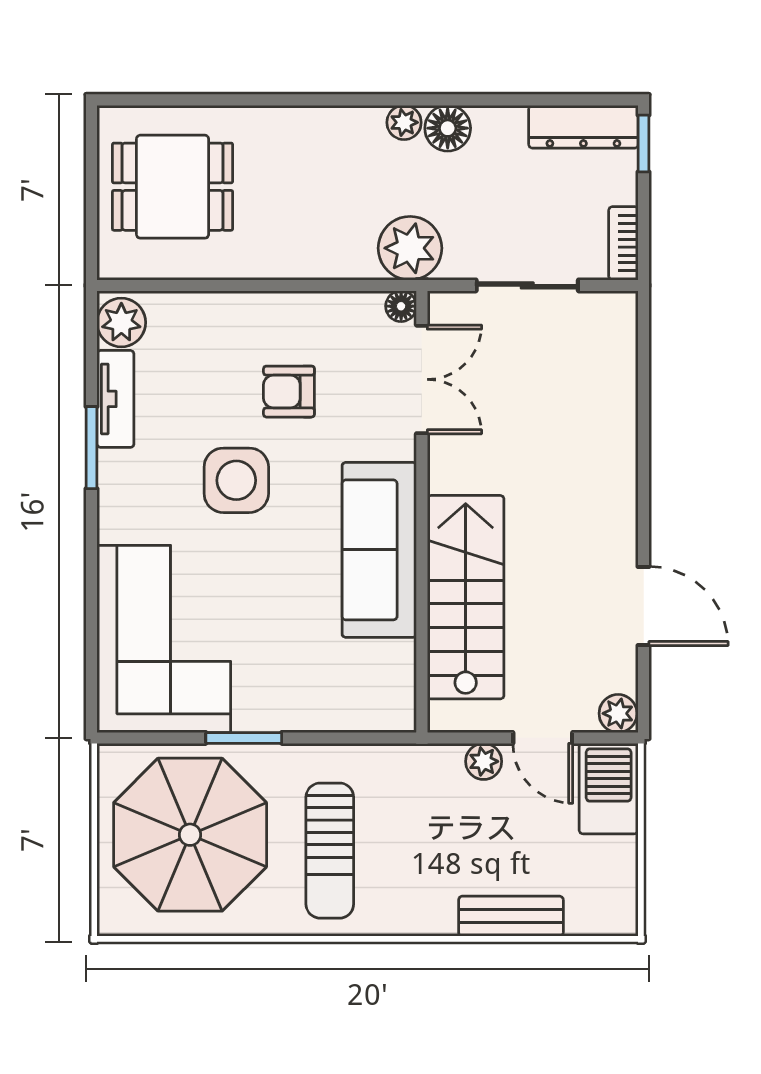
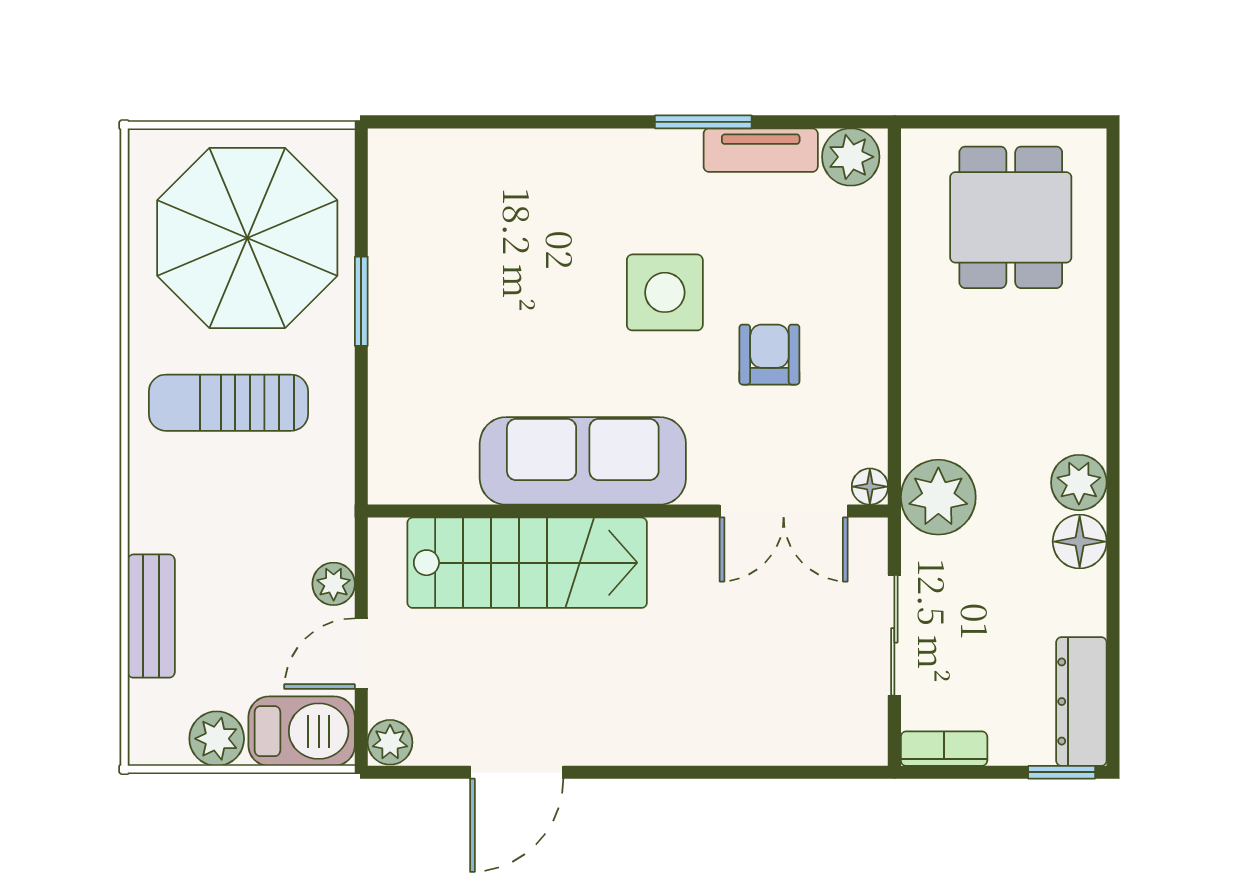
plant: (404, 122) -> (1079, 483), width x1.38, depth x1.38
corner sofa: (164, 639) -> (478, 207), removed
plant: (615, 861) -> (217, 739), added

